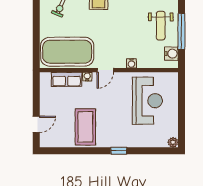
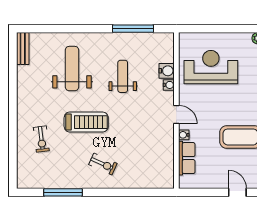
weight bench: (161, 26) -> (123, 76), moved, turned -90
exercise mat: (67, 52) -> (156, 157), removed
water cooler: (171, 54) -> (167, 71), moved, turned 90

